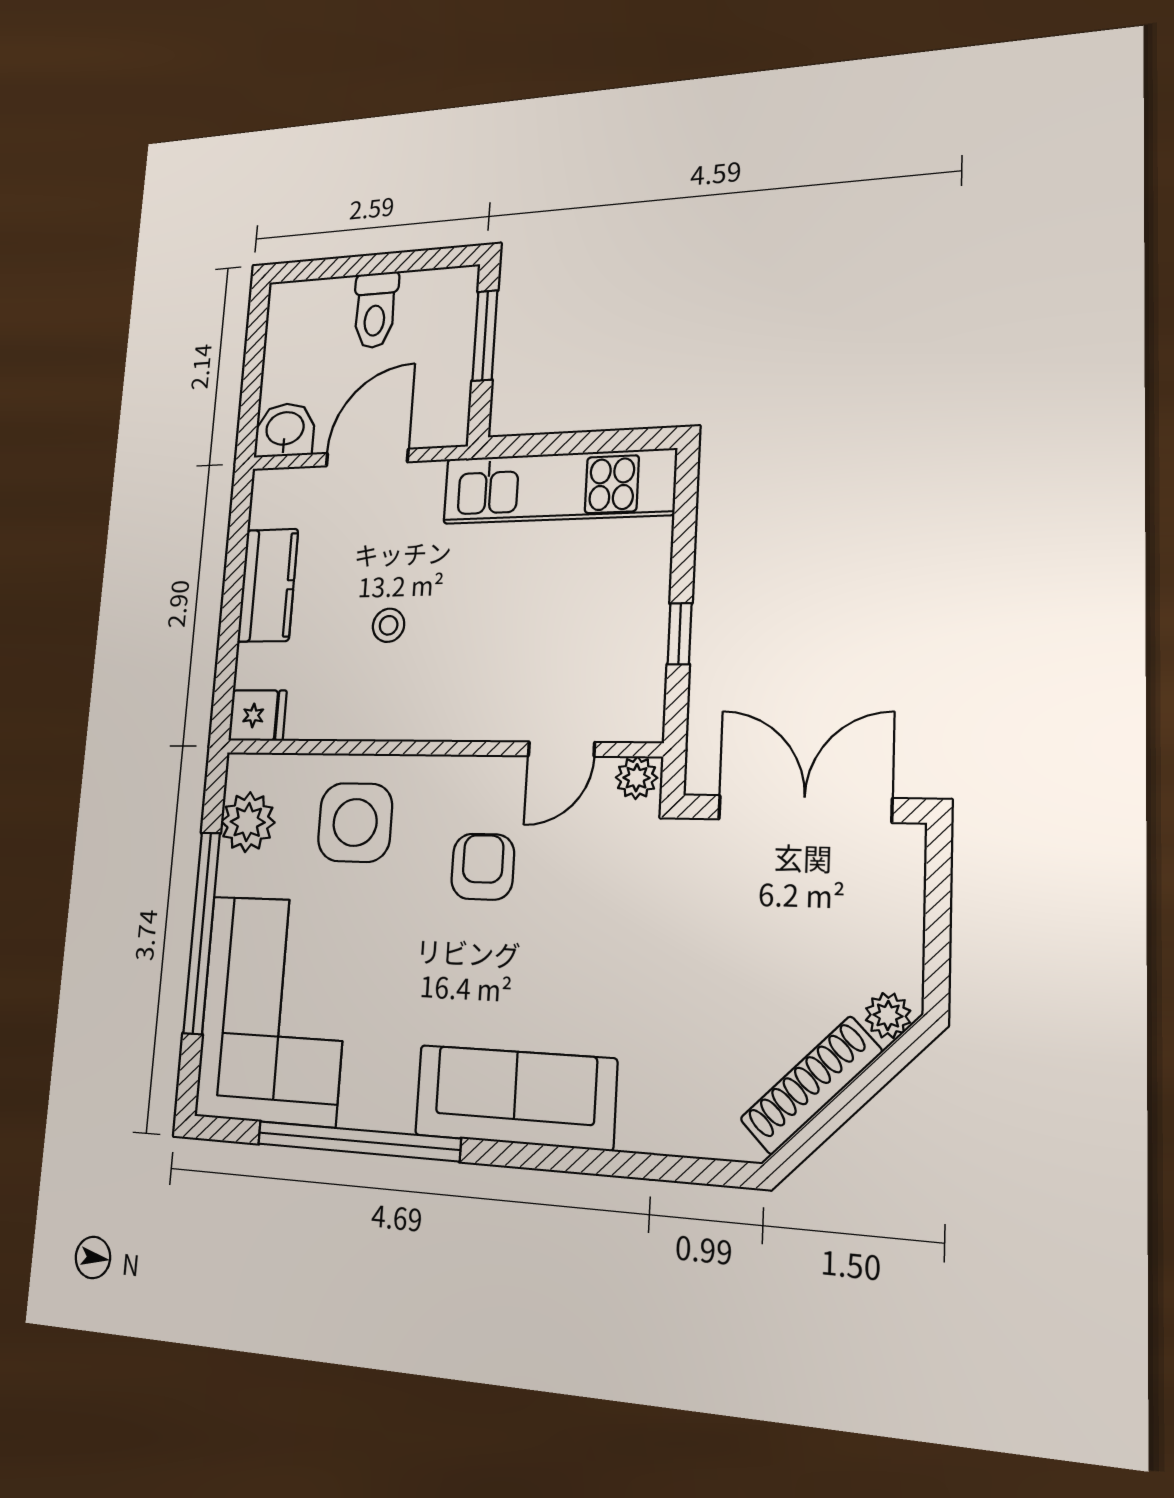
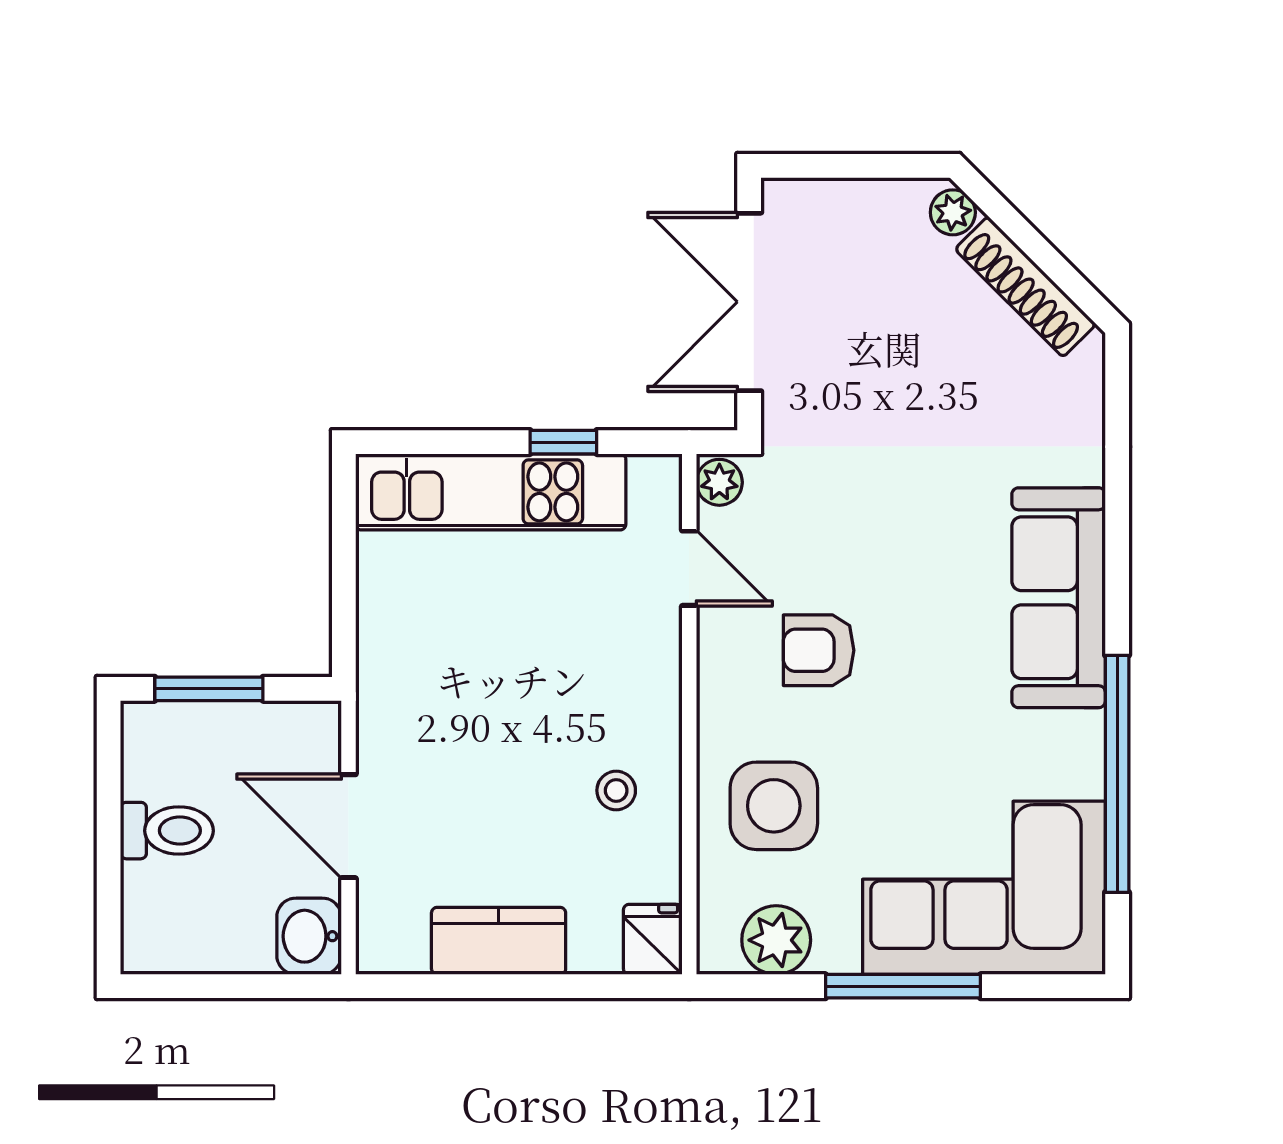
kitchen unit: (558, 487) -> (491, 492), moved, turned 90
stool: (389, 625) -> (616, 790), moved
window: (202, 932) -> (903, 986), width x0.68

